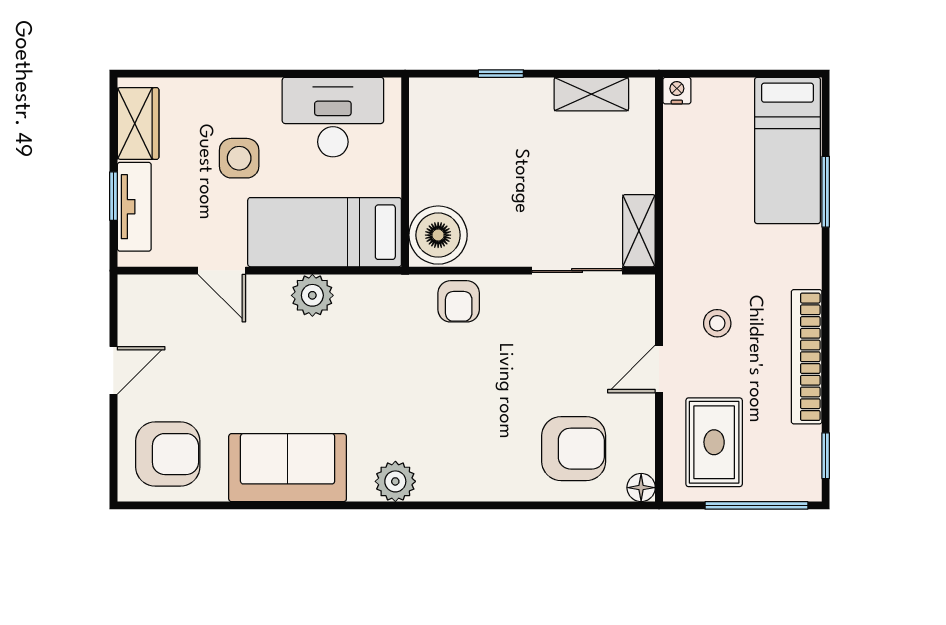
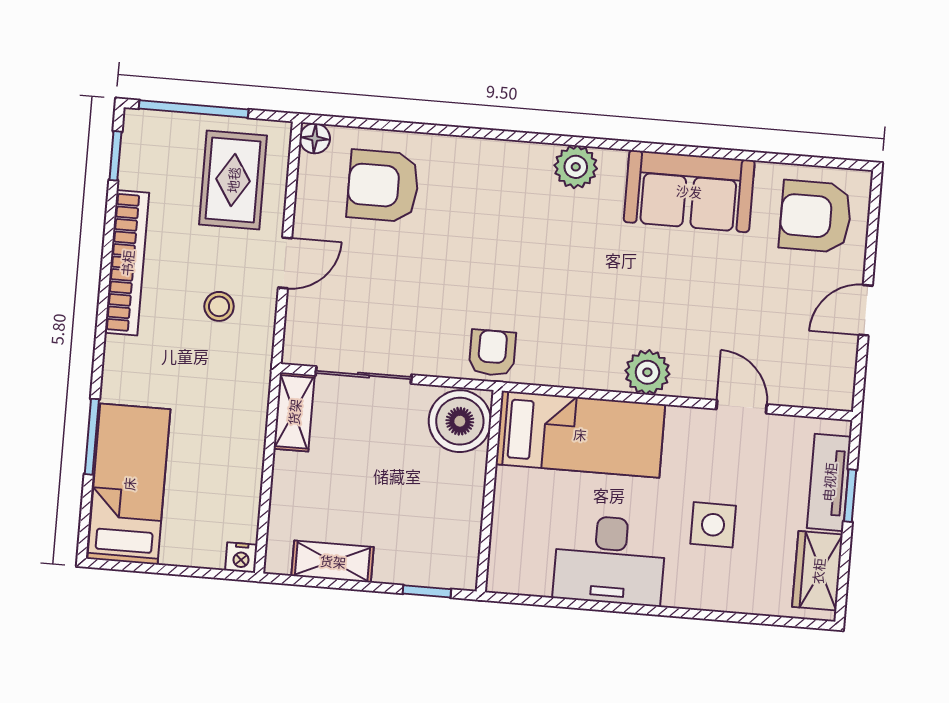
wall: (405, 172) -> (489, 491), moved
bed: (325, 232) -> (580, 434), moved
boiler: (438, 235) -> (460, 421), moved

